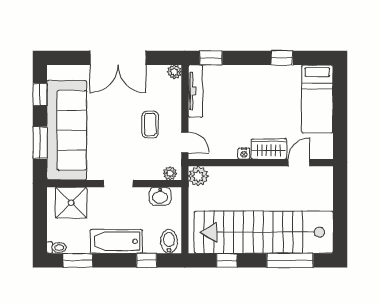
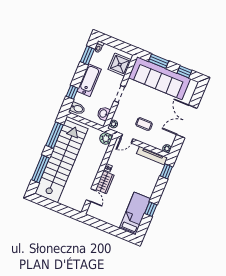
bed: (317, 99) -> (135, 213), moved, turned 90
window: (227, 260) -> (54, 135), width x2.17

